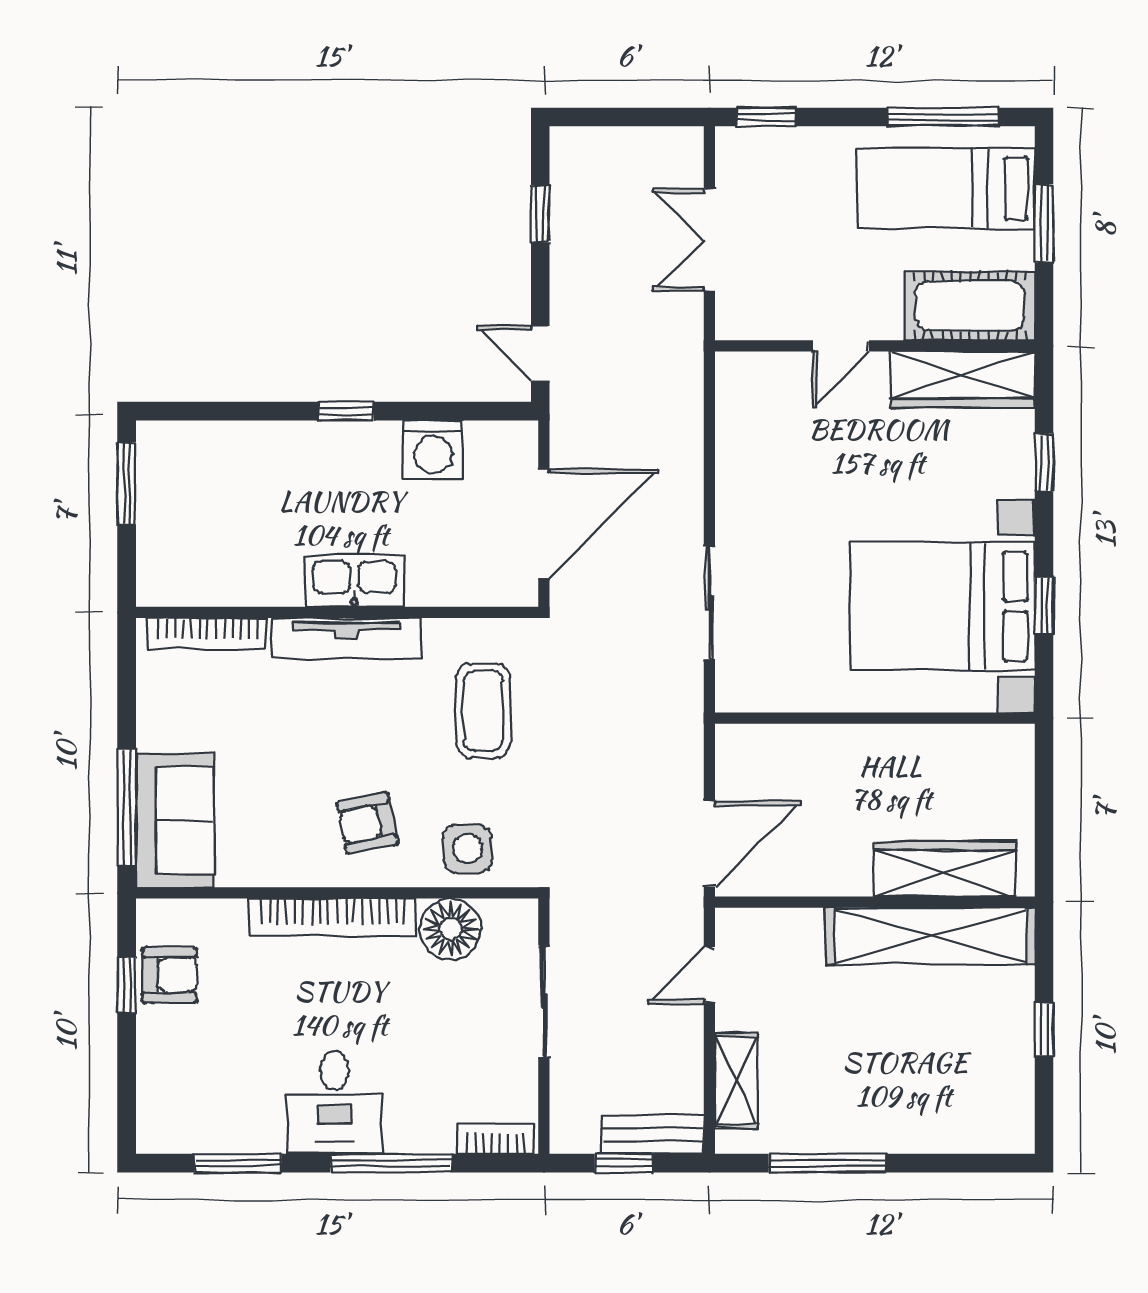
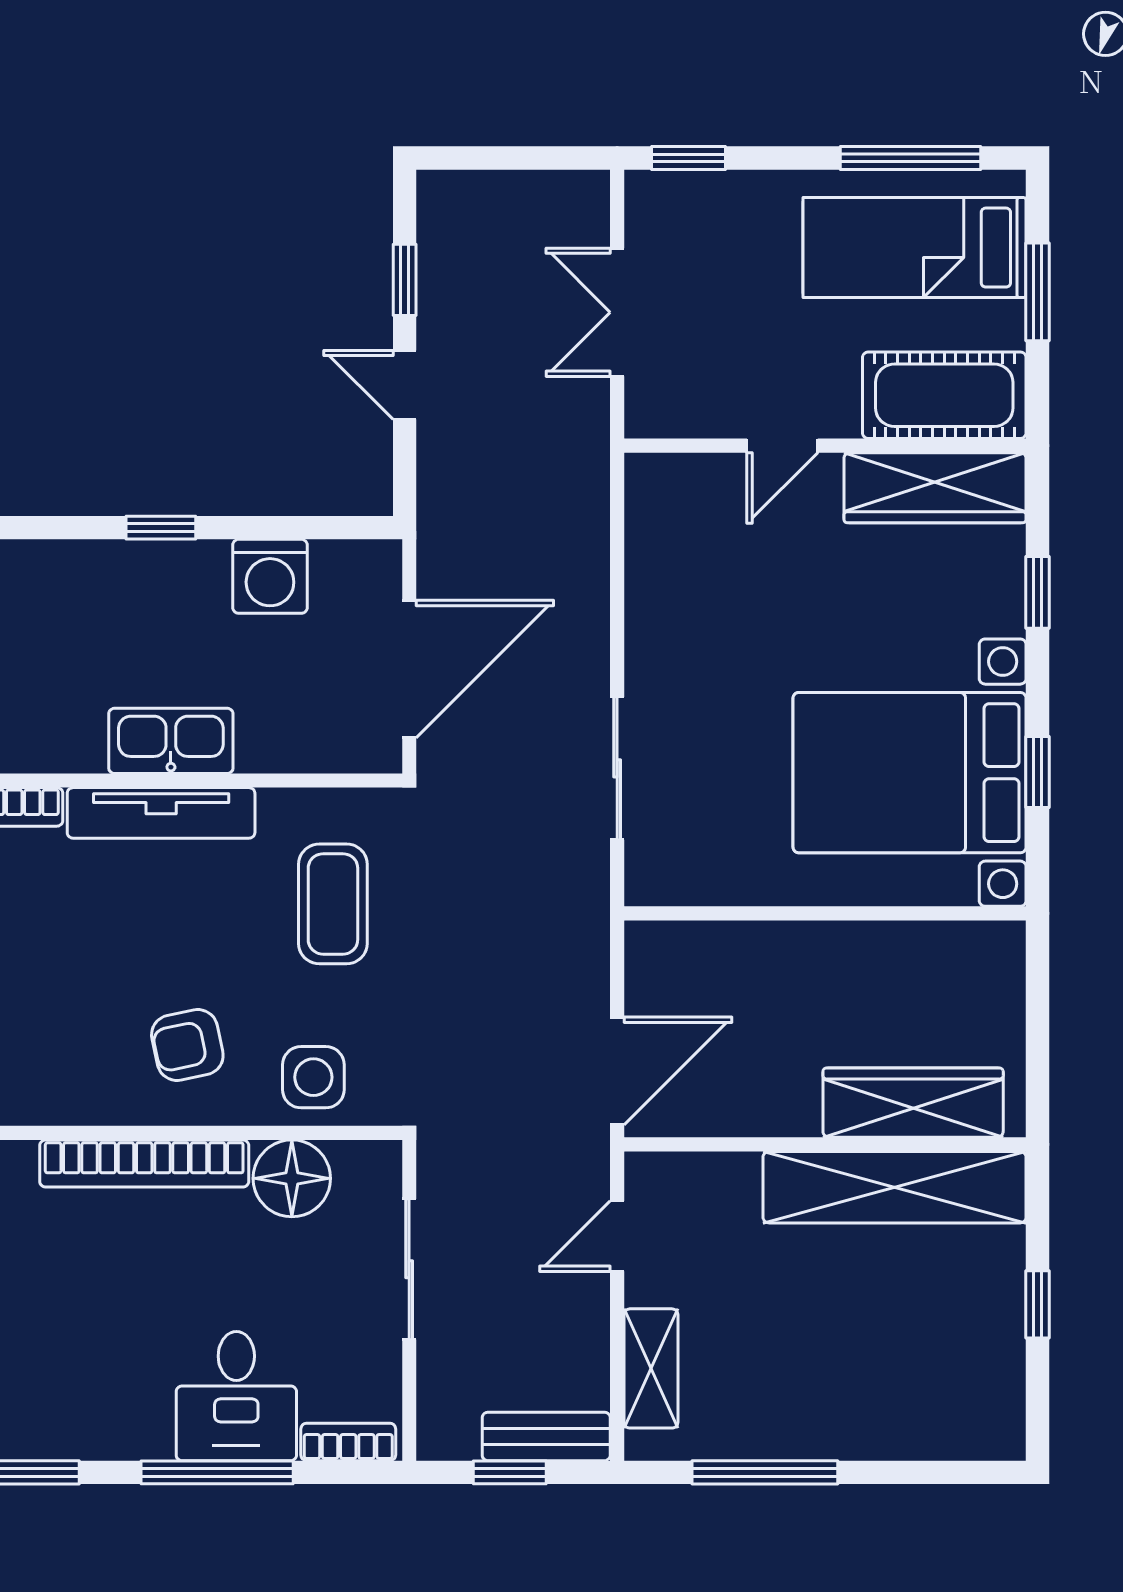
door: (540, 353) -> (405, 385), moved
desk: (334, 1102) -> (236, 1396), moved

